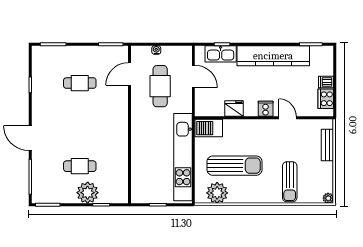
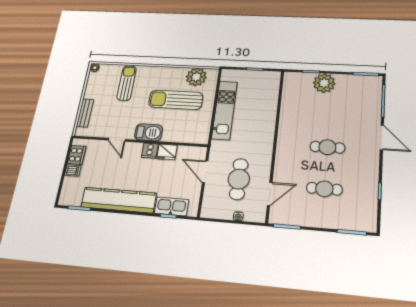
door: (193, 76) -> (205, 172), moved
cooker: (266, 109) -> (150, 151), moved
barbecue: (209, 128) -> (149, 132), moved
kitchen unit: (183, 157) -> (225, 110), width x0.73
cafe table: (80, 166) -> (327, 147), moved

